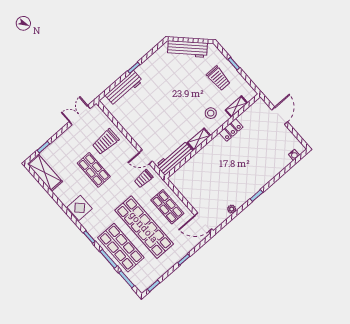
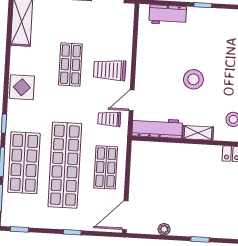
workbench: (124, 88) -> (168, 15), width x0.73
stool: (168, 113) -> (193, 79), added
trolley: (106, 142) -> (110, 70), moved
door: (146, 157) -> (132, 100), hinge flipped
door: (203, 222) -> (125, 215), hinge flipped

